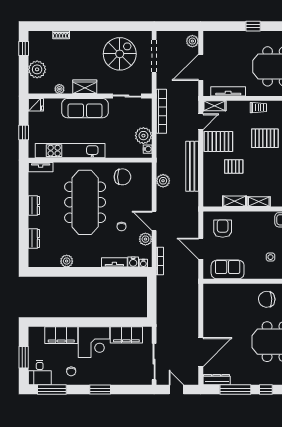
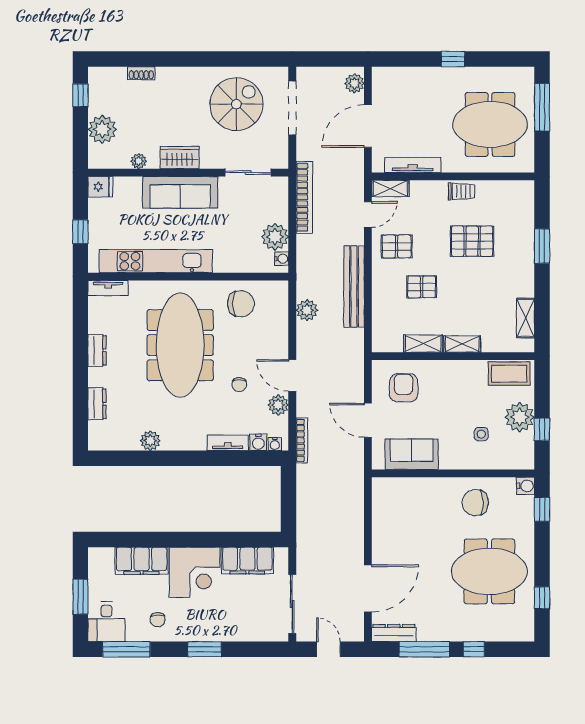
pallet: (218, 142) -> (397, 246), width x0.67, depth x0.71

